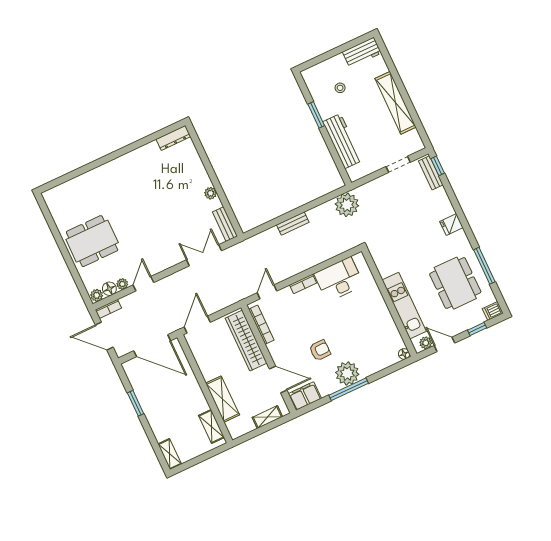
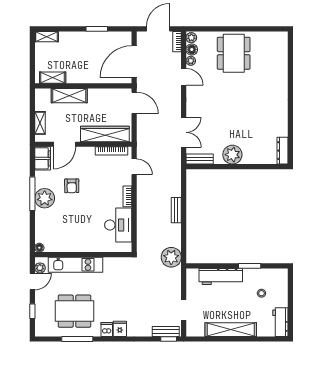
plant: (211, 193) -> (232, 155), width x1.87, depth x1.87
dishwasher: (493, 311) -> (107, 329), moved

